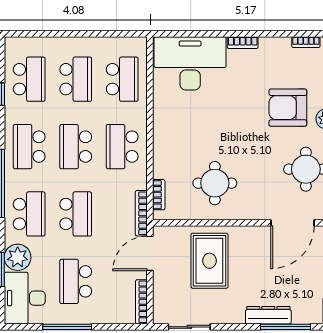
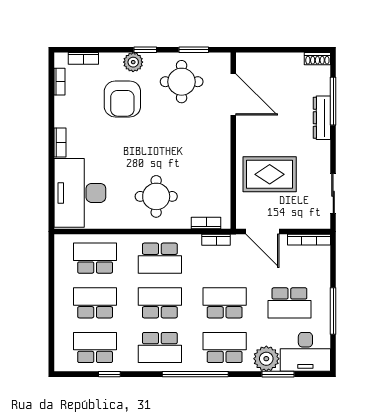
school desk: (76, 147) -> (160, 303), turned 180
round table: (215, 183) -> (156, 196), moved
bookcase: (141, 213) -> (216, 240), width x0.64

